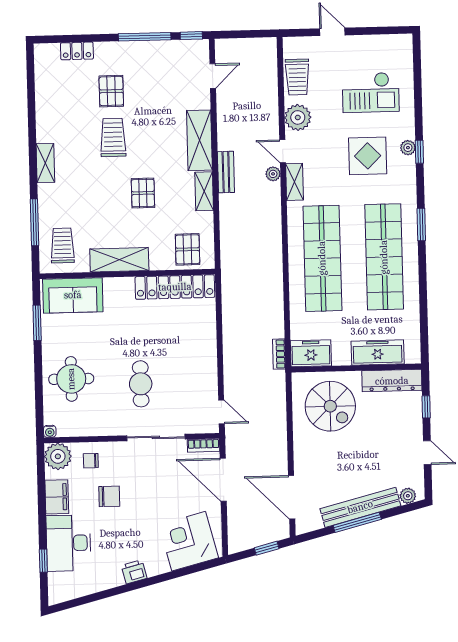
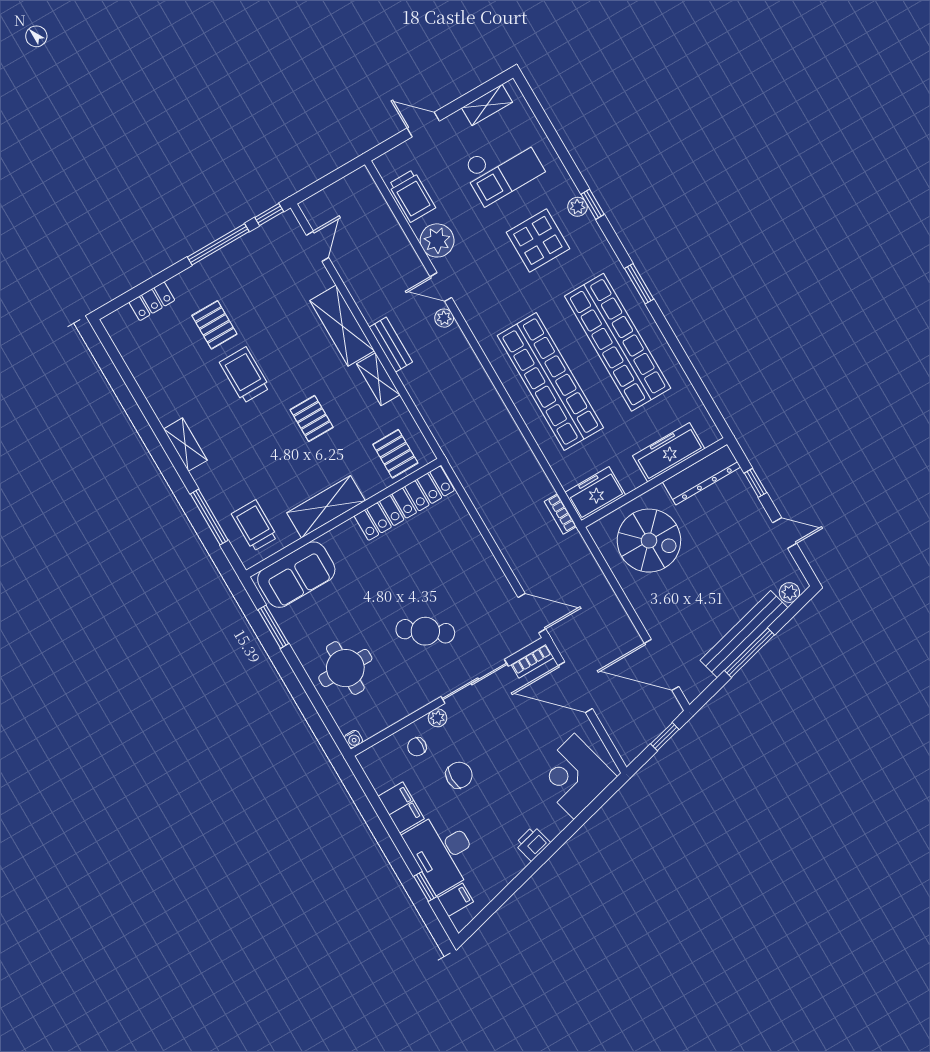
shelving: (295, 182) -> (487, 105), moved, turned 90
cafe table: (141, 384) -> (425, 631), turned -54
door: (221, 412) -> (532, 613), width x1.38
plant: (58, 456) -> (437, 718), moved, width x0.53, depth x0.53
filing cabinet: (59, 581) -> (455, 900), added

